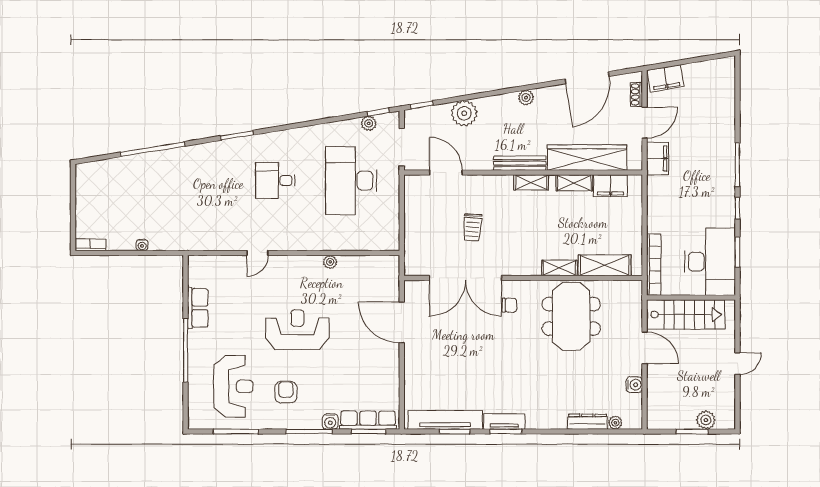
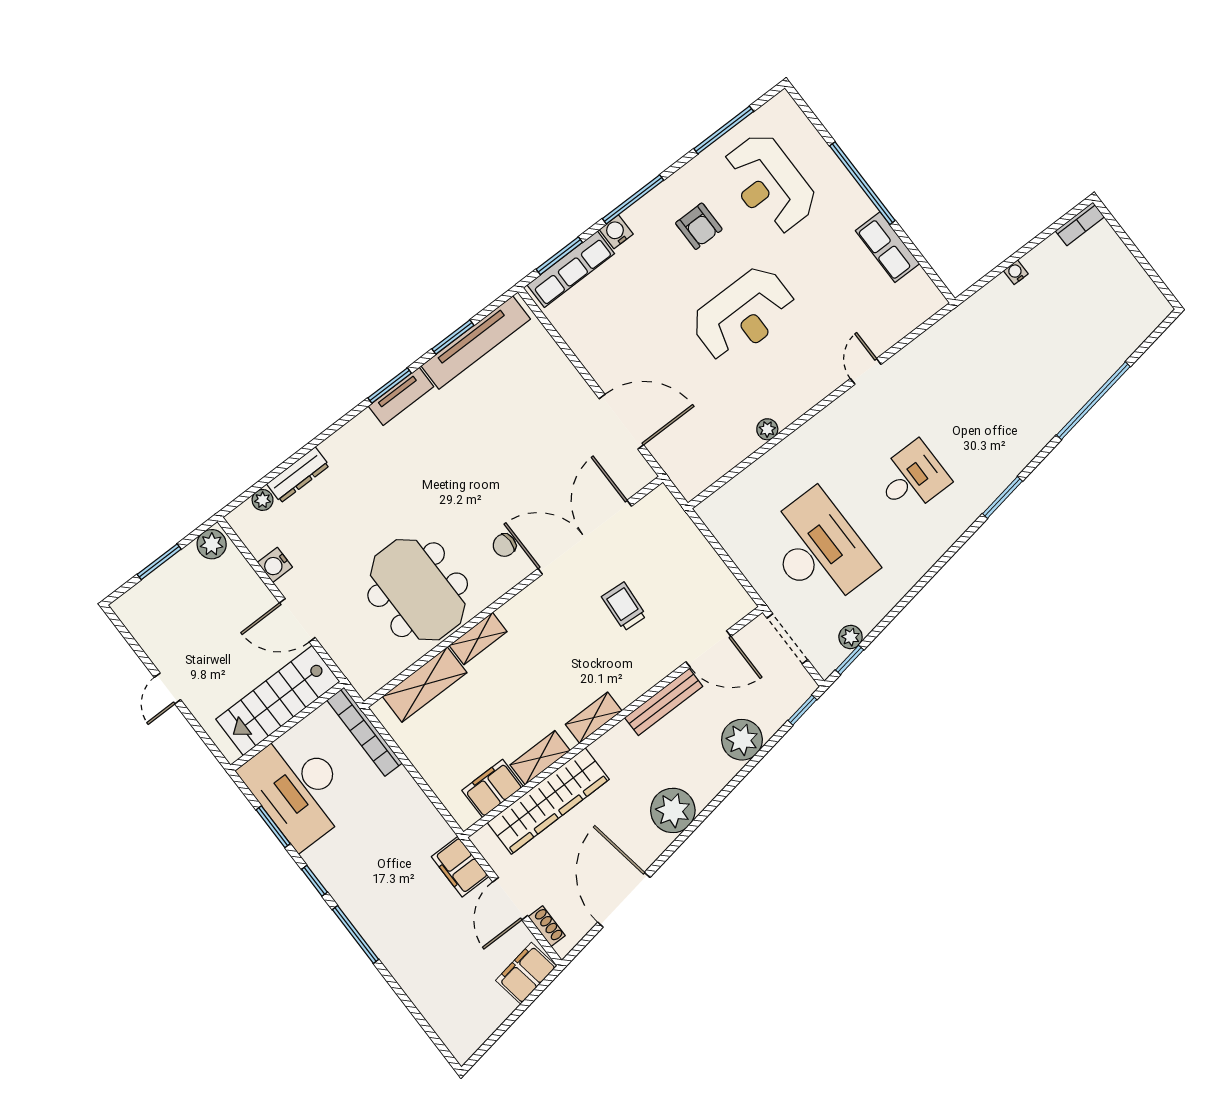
plant: (526, 98) -> (673, 810), width x1.88, depth x1.88
bench: (520, 163) -> (664, 702), moved
plant: (706, 420) -> (212, 544), moved

